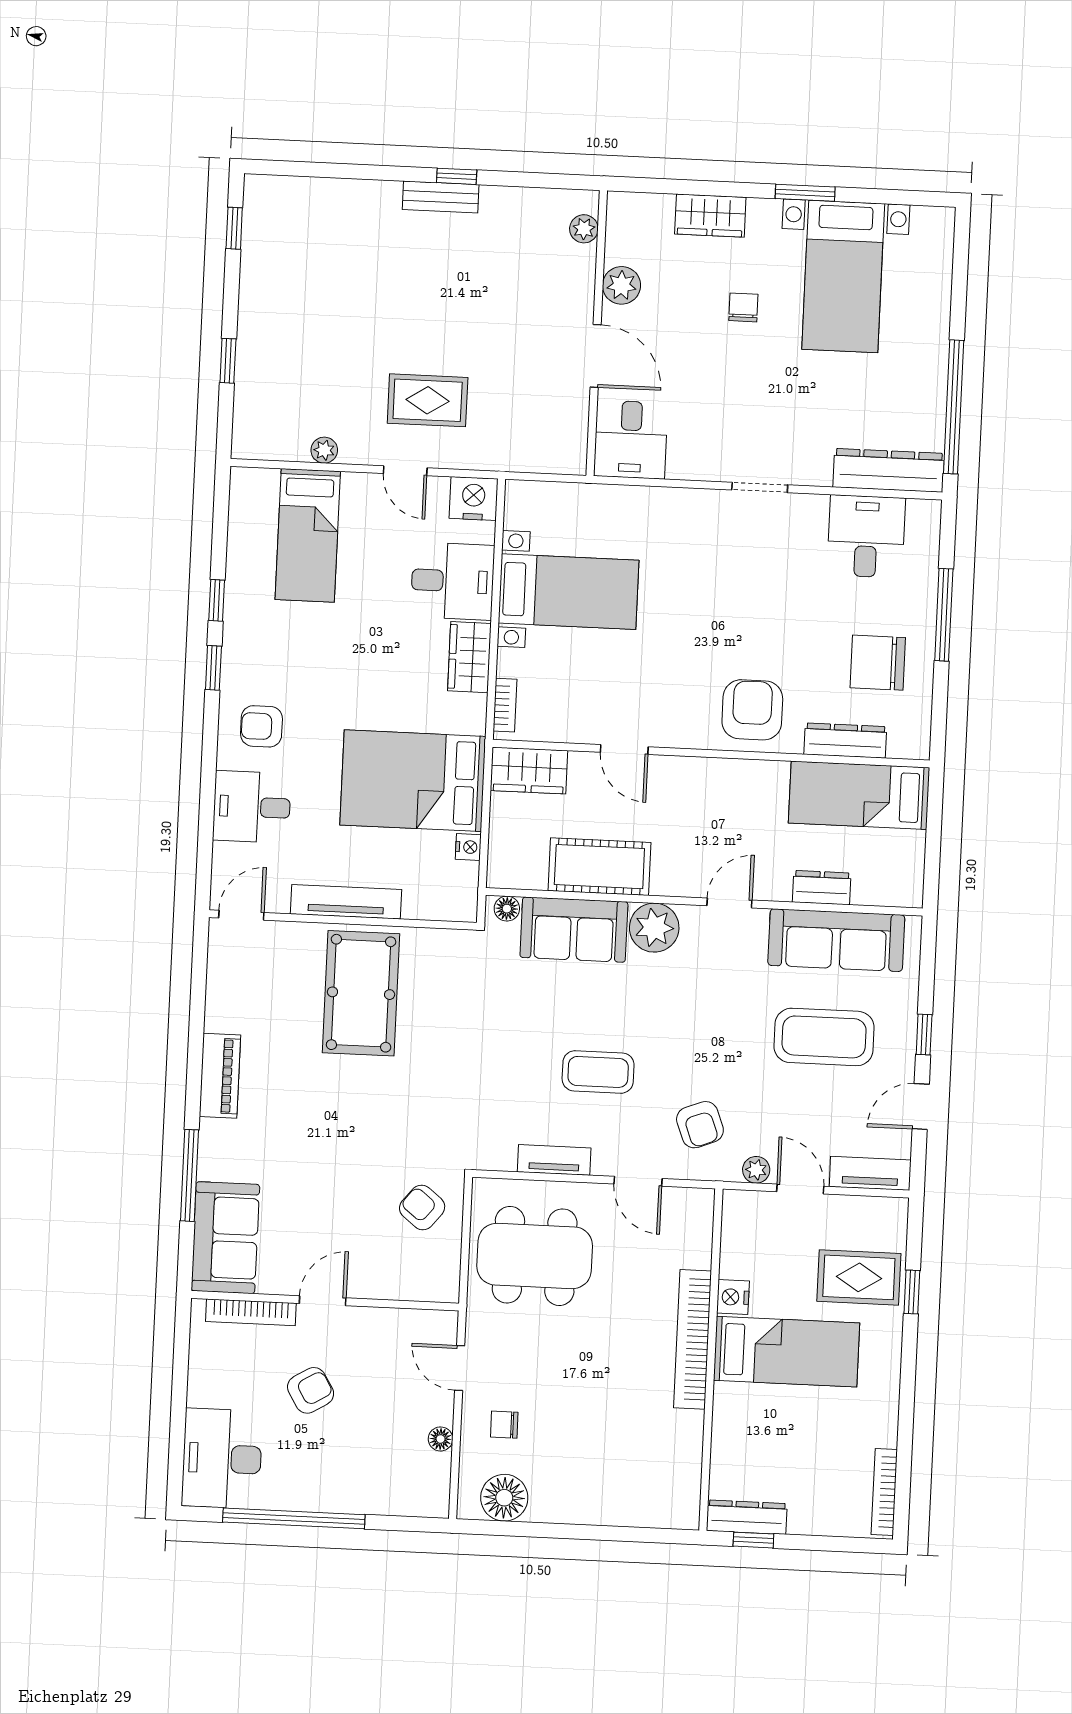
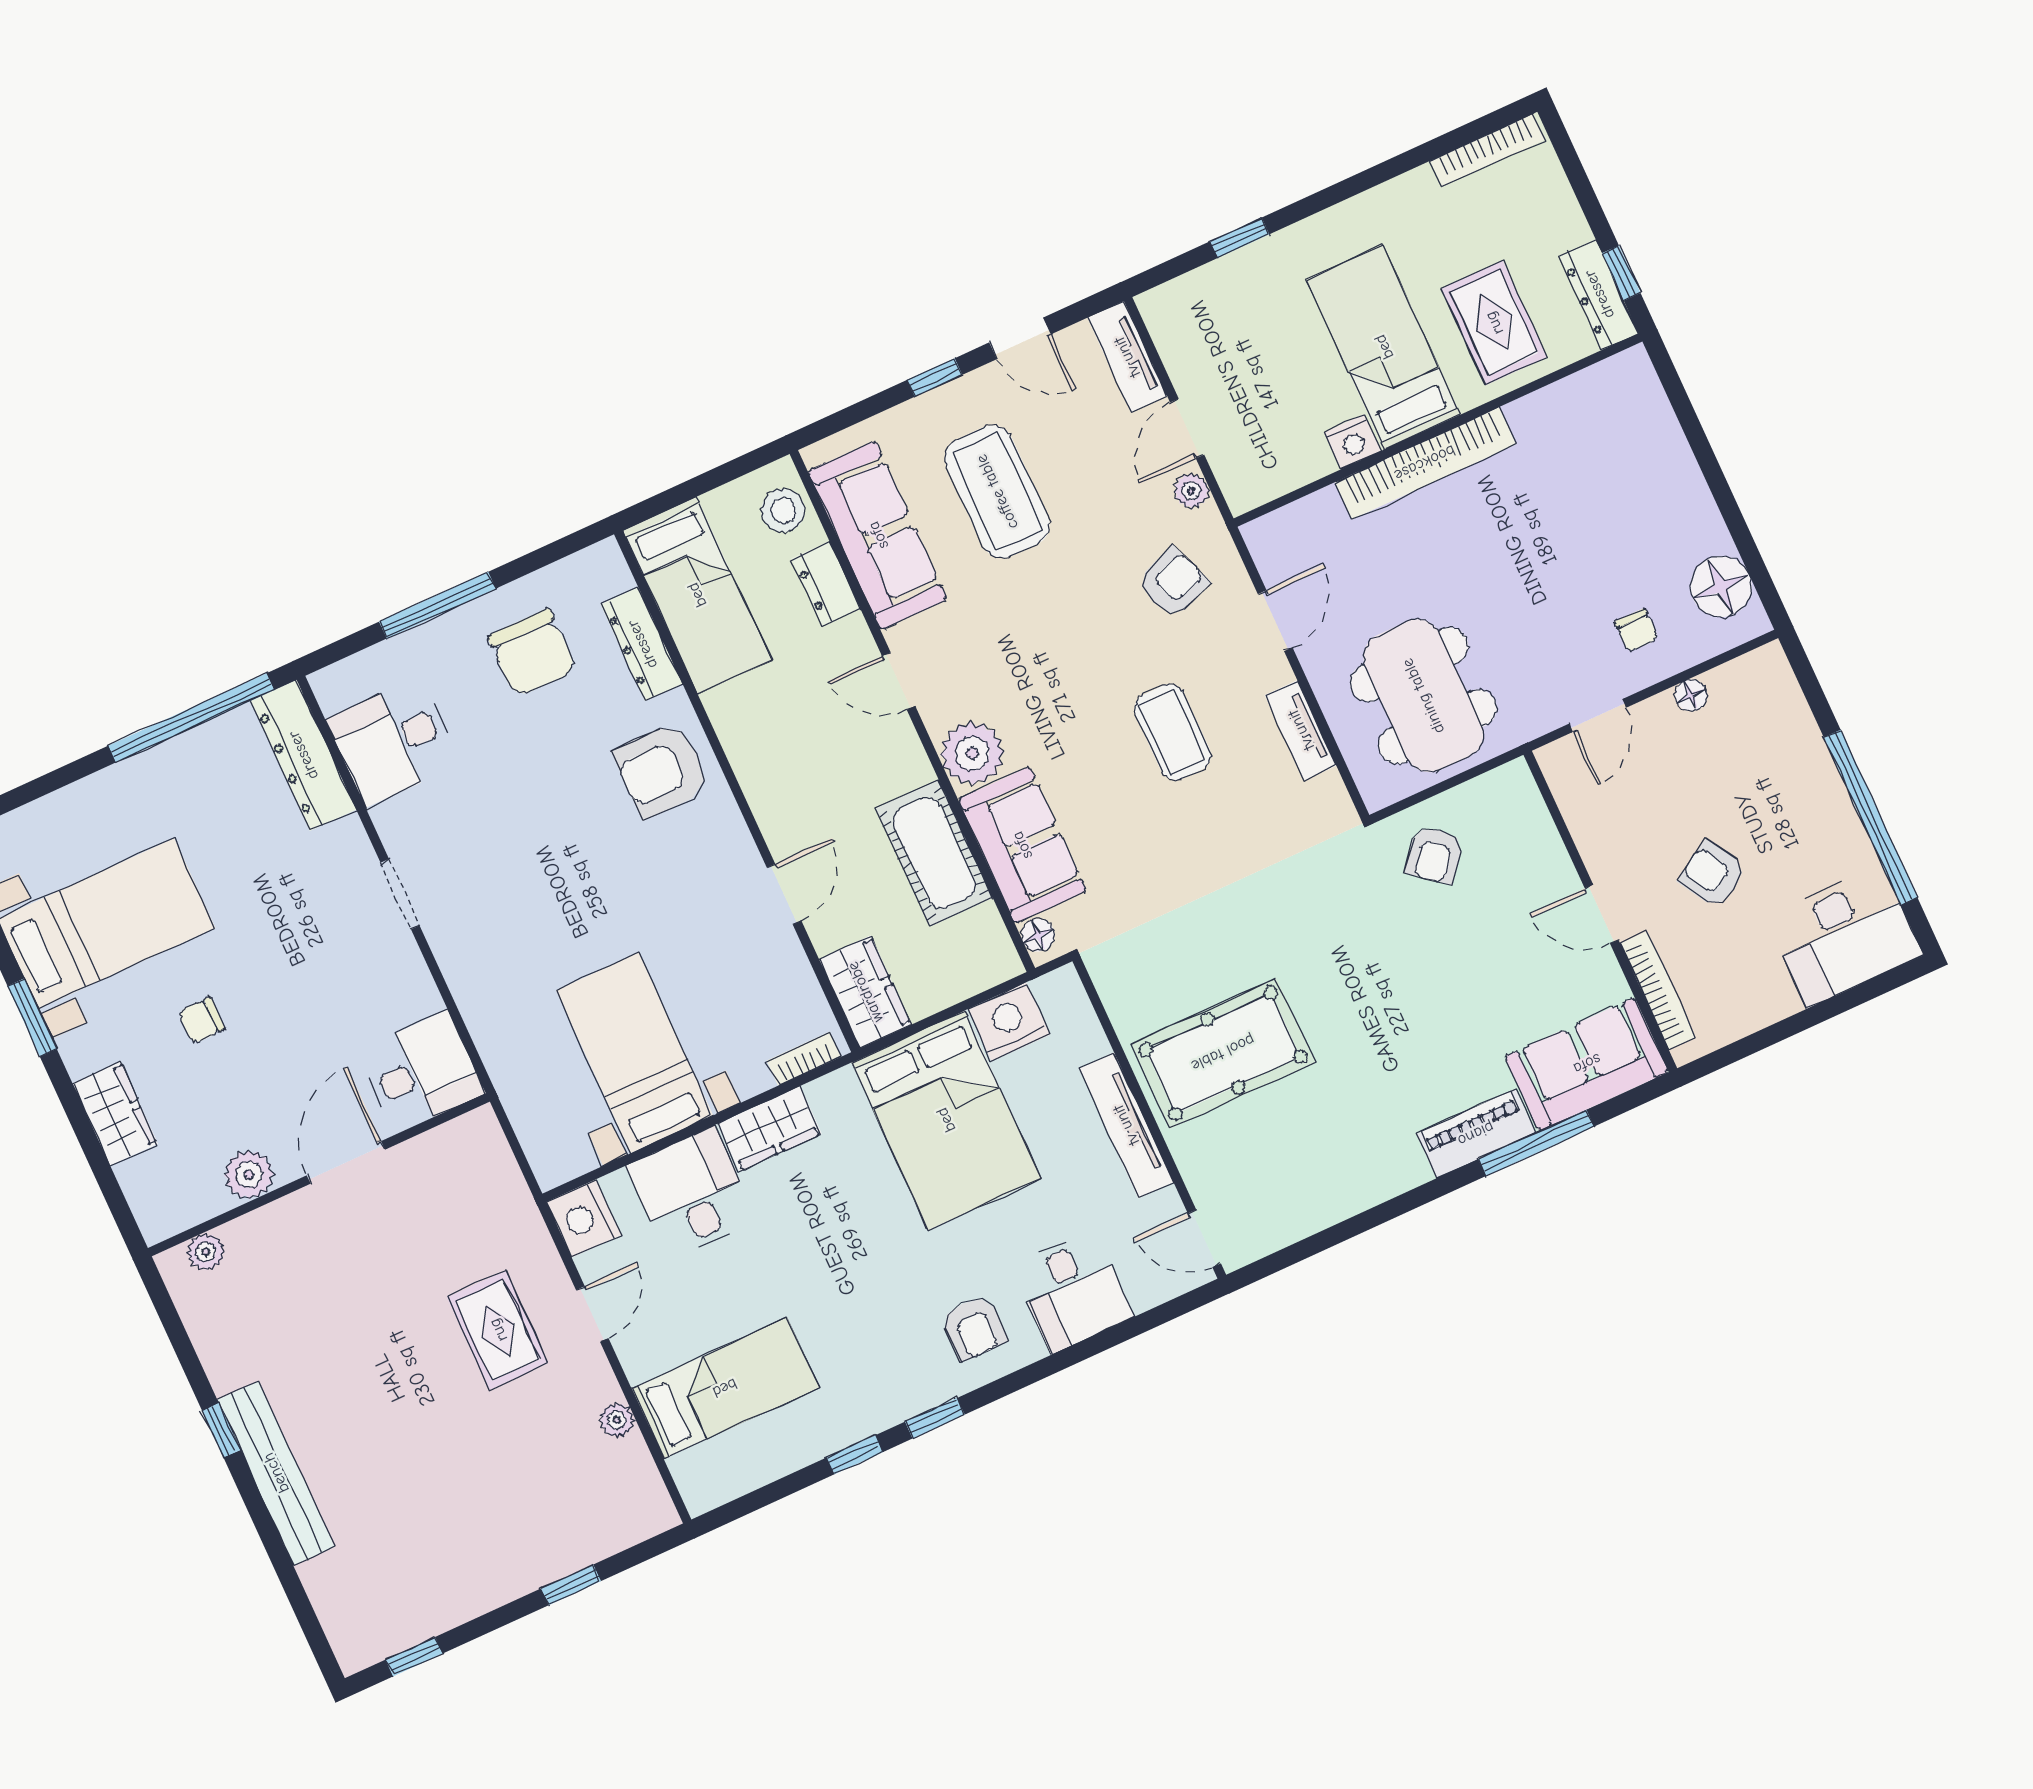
bench: (441, 197) -> (276, 1473), width x1.86, depth x1.21
nightstand: (468, 847) -> (1009, 1022), width x1.89, depth x1.79
stool: (887, 884) -> (783, 510), added
piano: (220, 1076) -> (1476, 1134), moved
rug: (859, 1277) -> (1494, 323), moved

